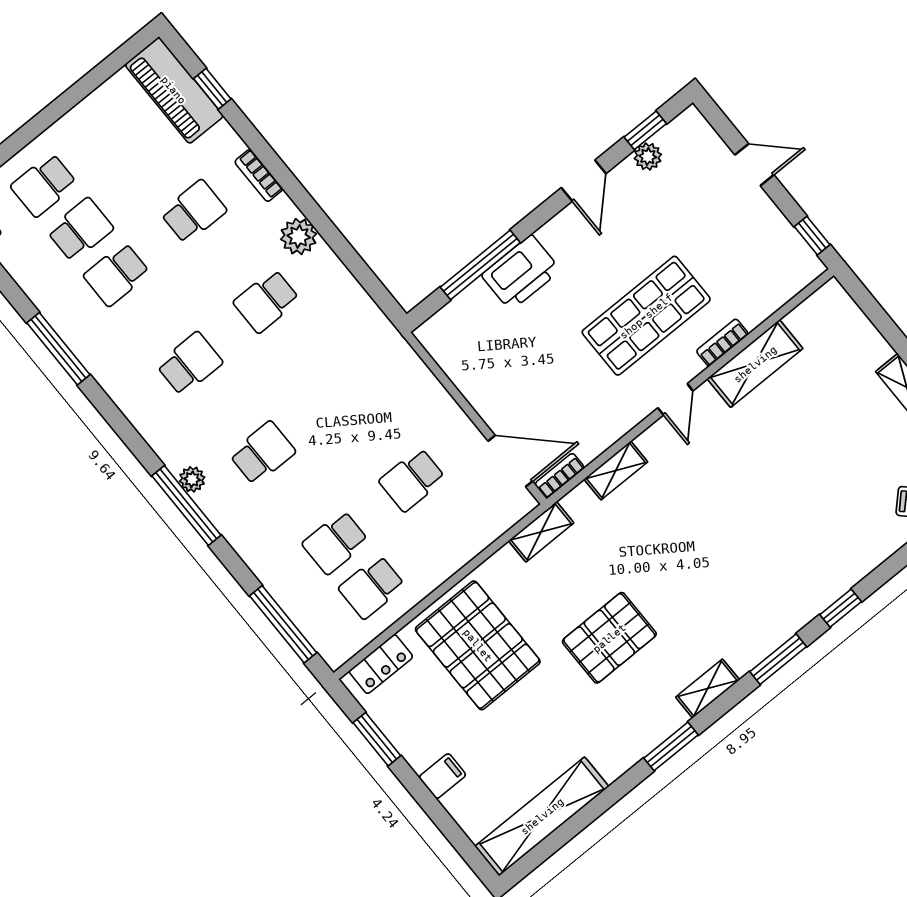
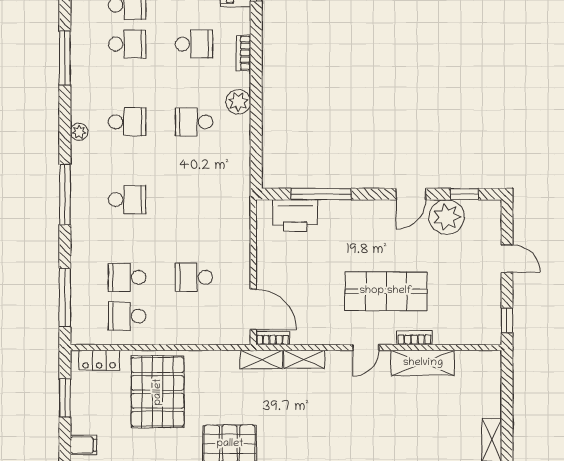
plant: (648, 157) -> (447, 217), width x1.87, depth x1.87
printer: (521, 273) -> (295, 215), moved
school desk: (117, 274) -> (127, 44), turned 180
plant: (192, 479) -> (79, 132), moved
shelving: (541, 532) -> (261, 359), moved

